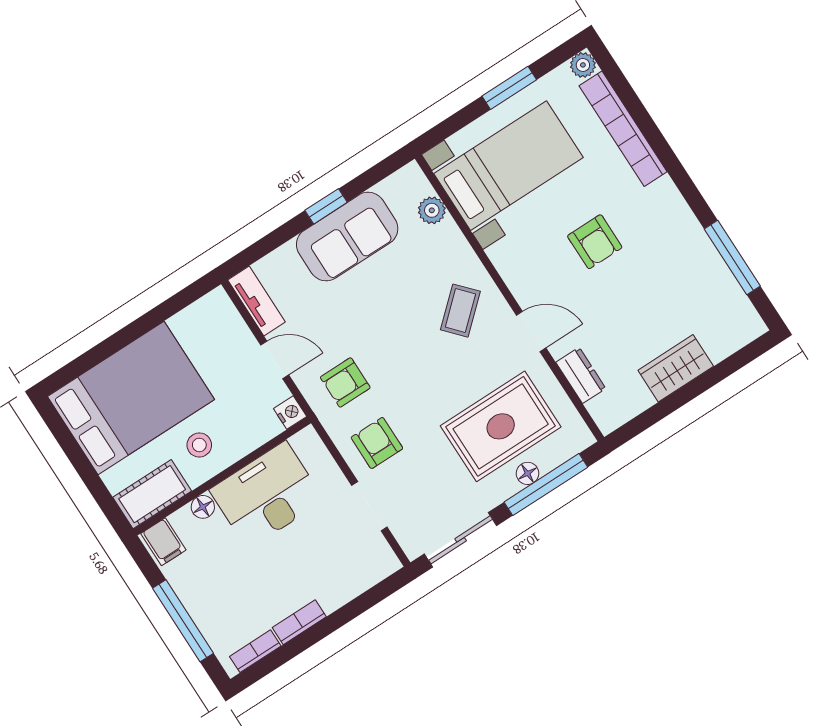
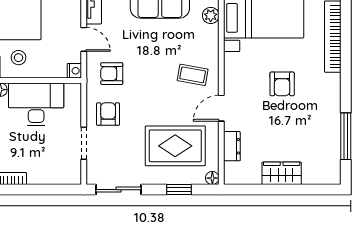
coffee table: (460, 311) -> (193, 75), turned 52
door: (531, 331) -> (221, 108), swing flipped
floor lamp: (527, 473) -> (212, 178), moved
window: (546, 485) -> (179, 190), width x0.46

